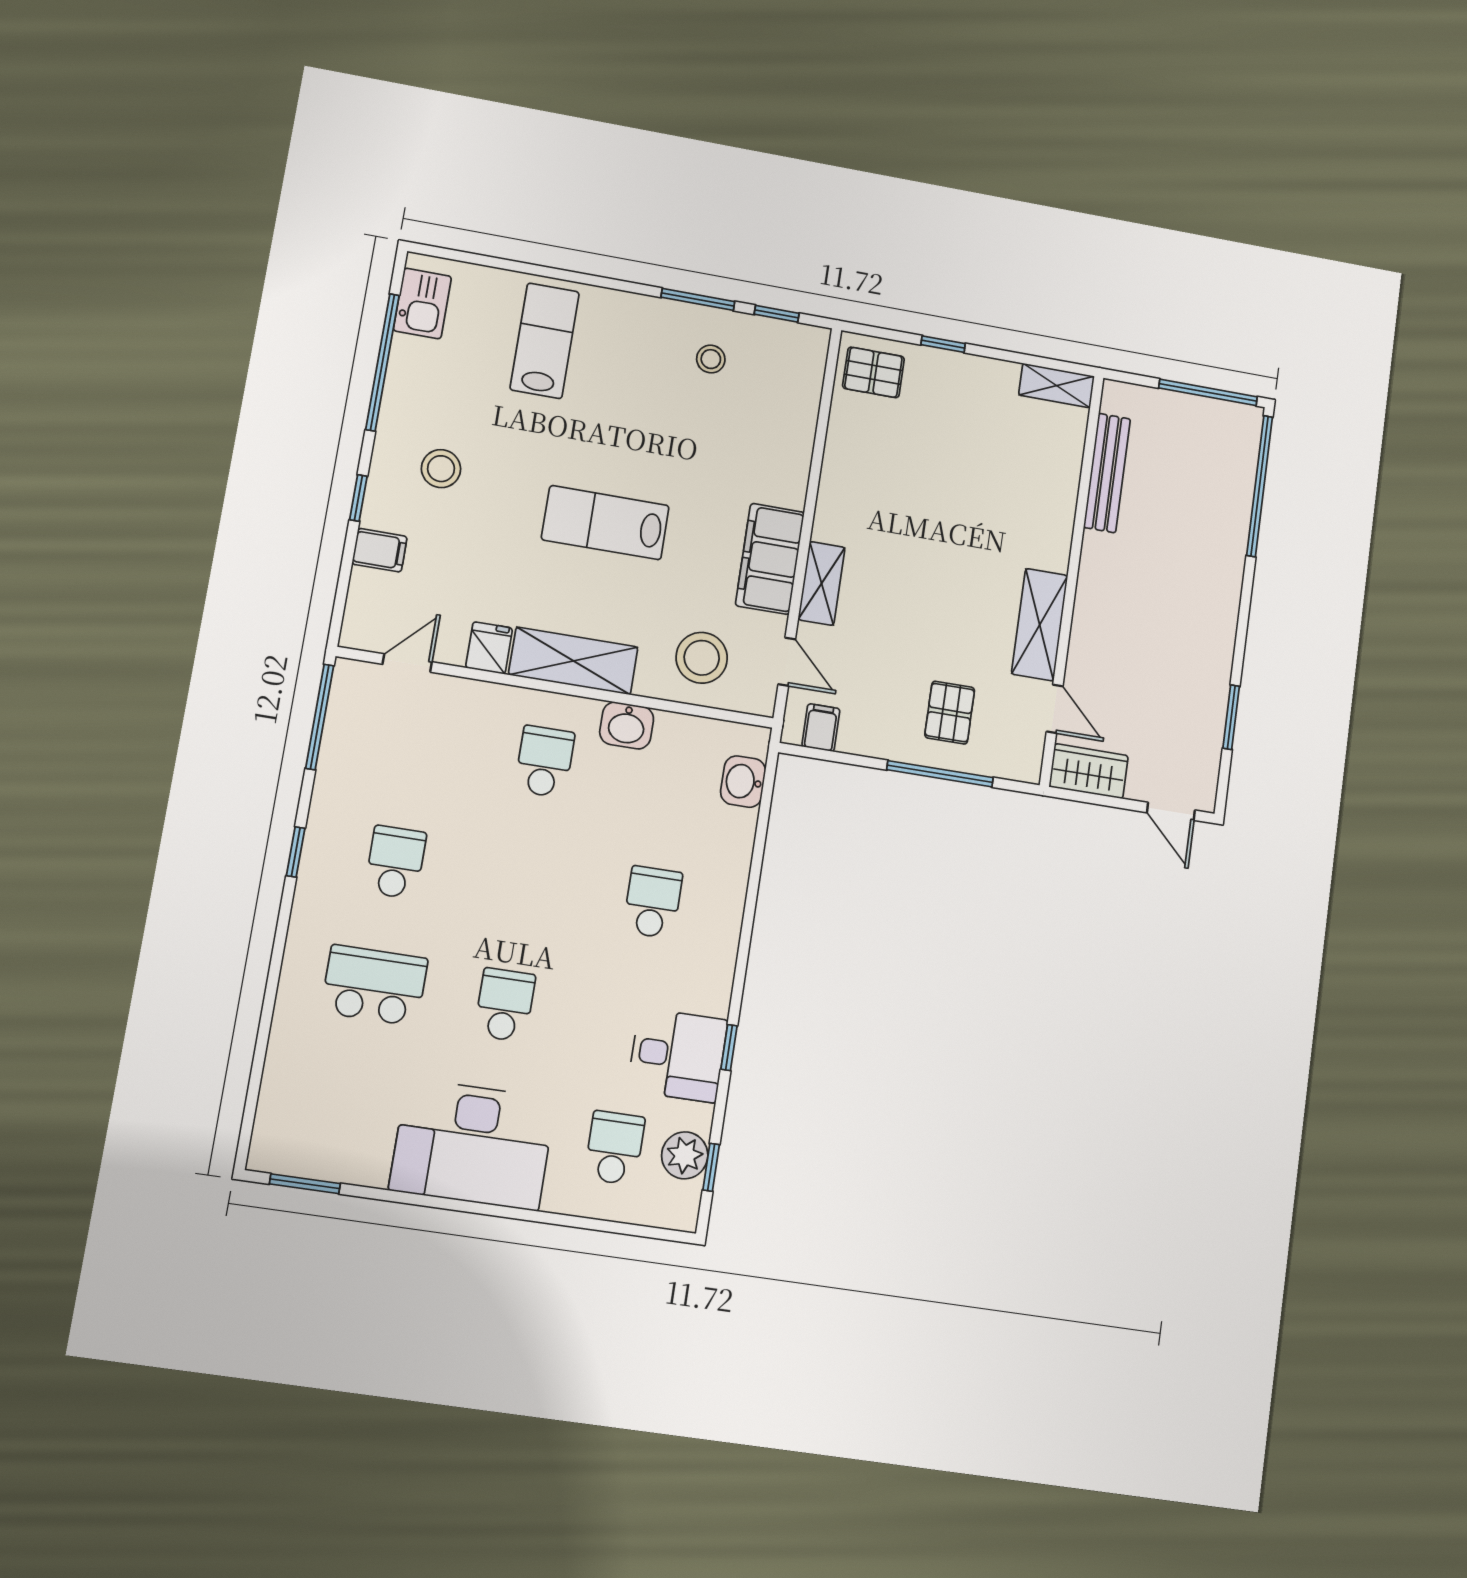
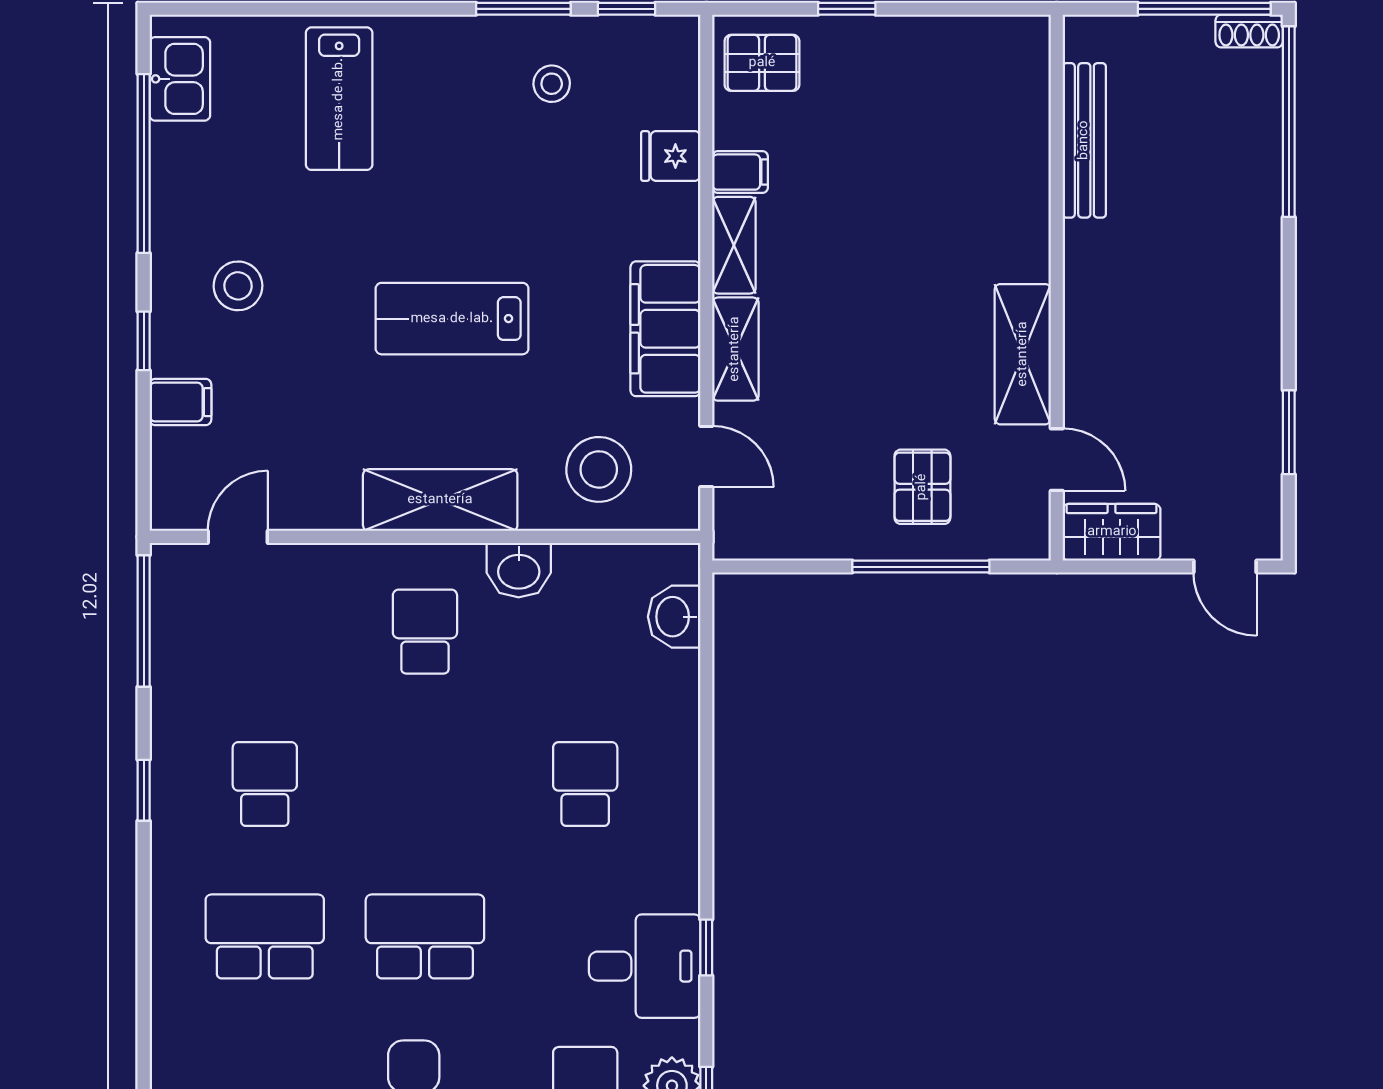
lab bench: (545, 341) -> (339, 99), turned 180
shelving: (1057, 386) -> (734, 245), moved, turned 90
shoe rack: (1239, 415) -> (1249, 31), added
fridge: (489, 648) -> (671, 156), moved, turned -90
filing cabinet: (821, 728) -> (740, 172), moved, turned 90
school desk: (505, 1005) -> (425, 936), width x1.85

